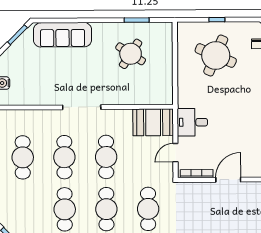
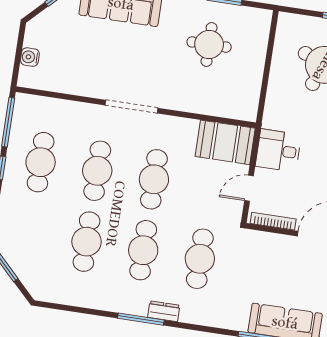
round table: (131, 54) -> (209, 45), turned -33

